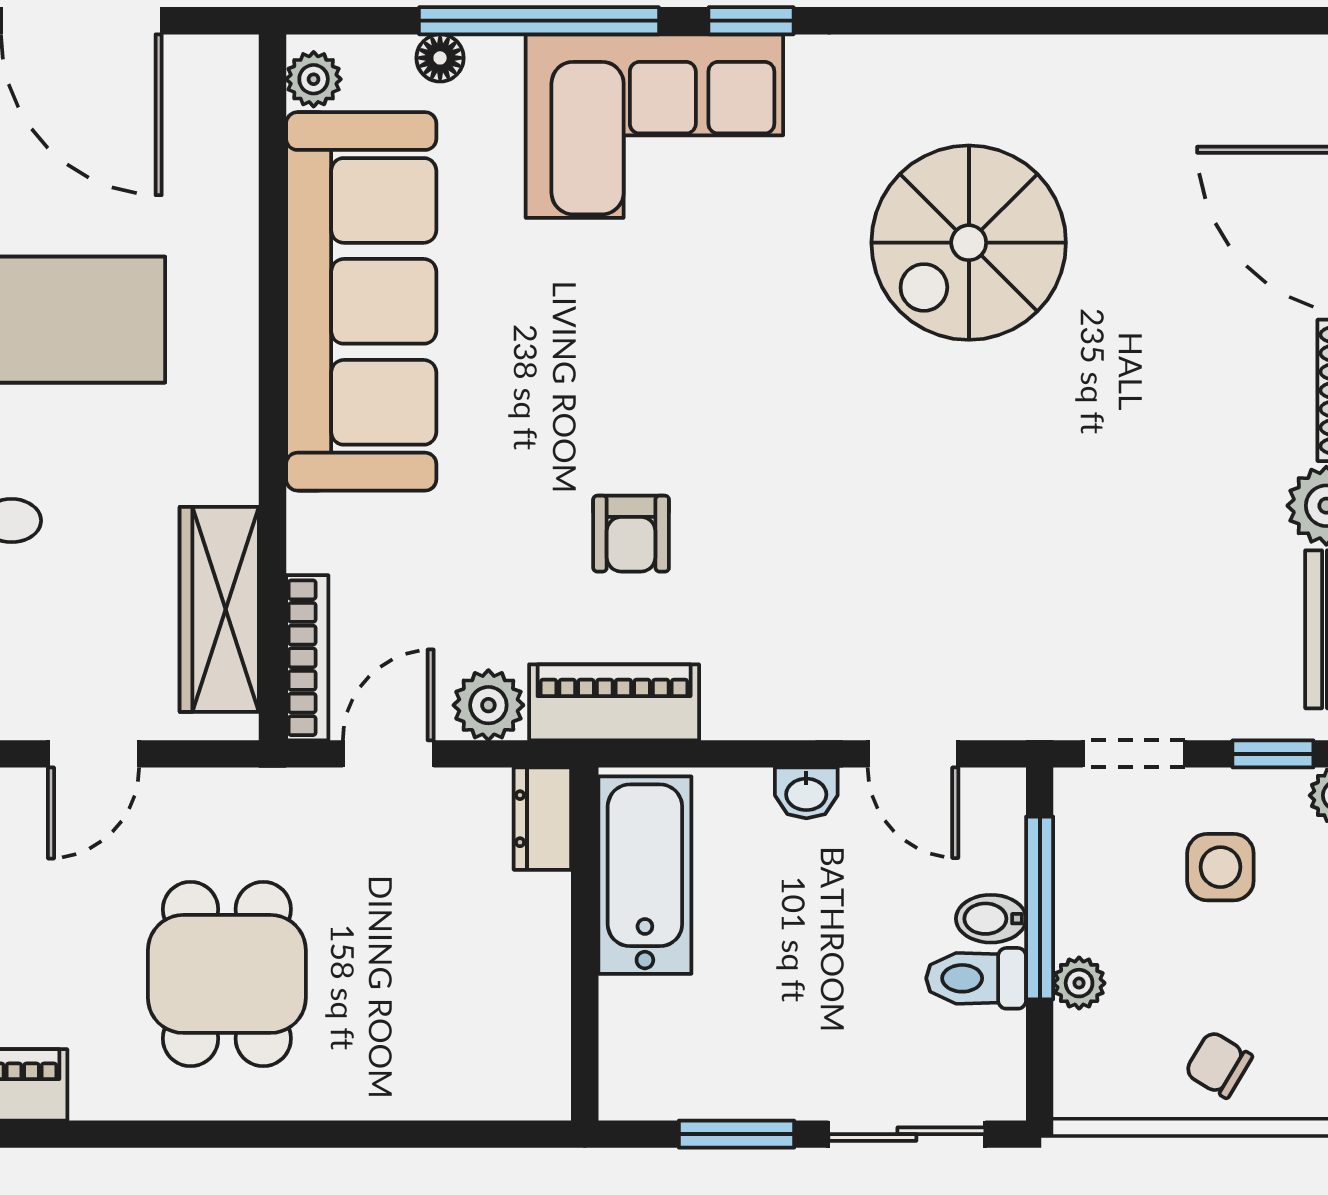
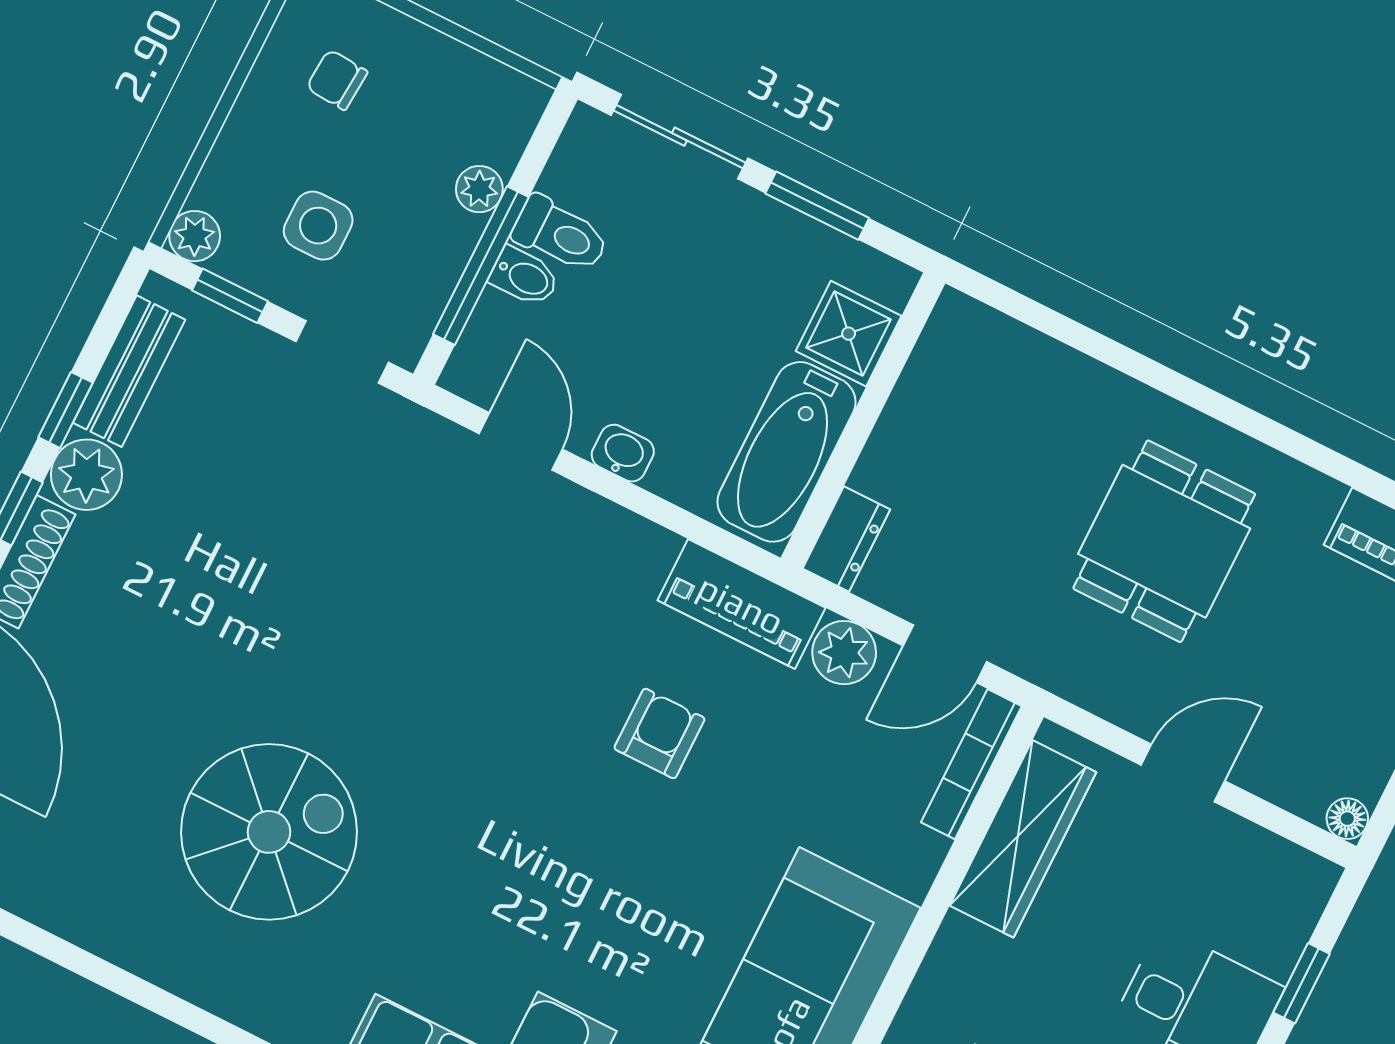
shower: (642, 1023) -> (849, 334), added
chair: (1219, 1064) -> (337, 80), moved, turned 153

